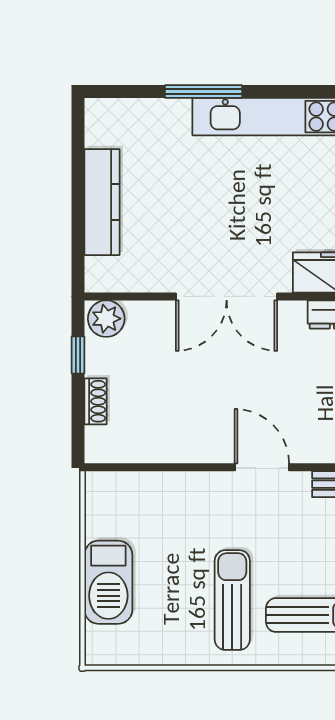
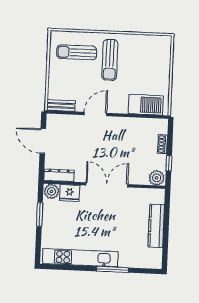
door: (262, 467) -> (95, 114), swing flipped
barbecue: (108, 582) -> (146, 105), moved, turned 90

